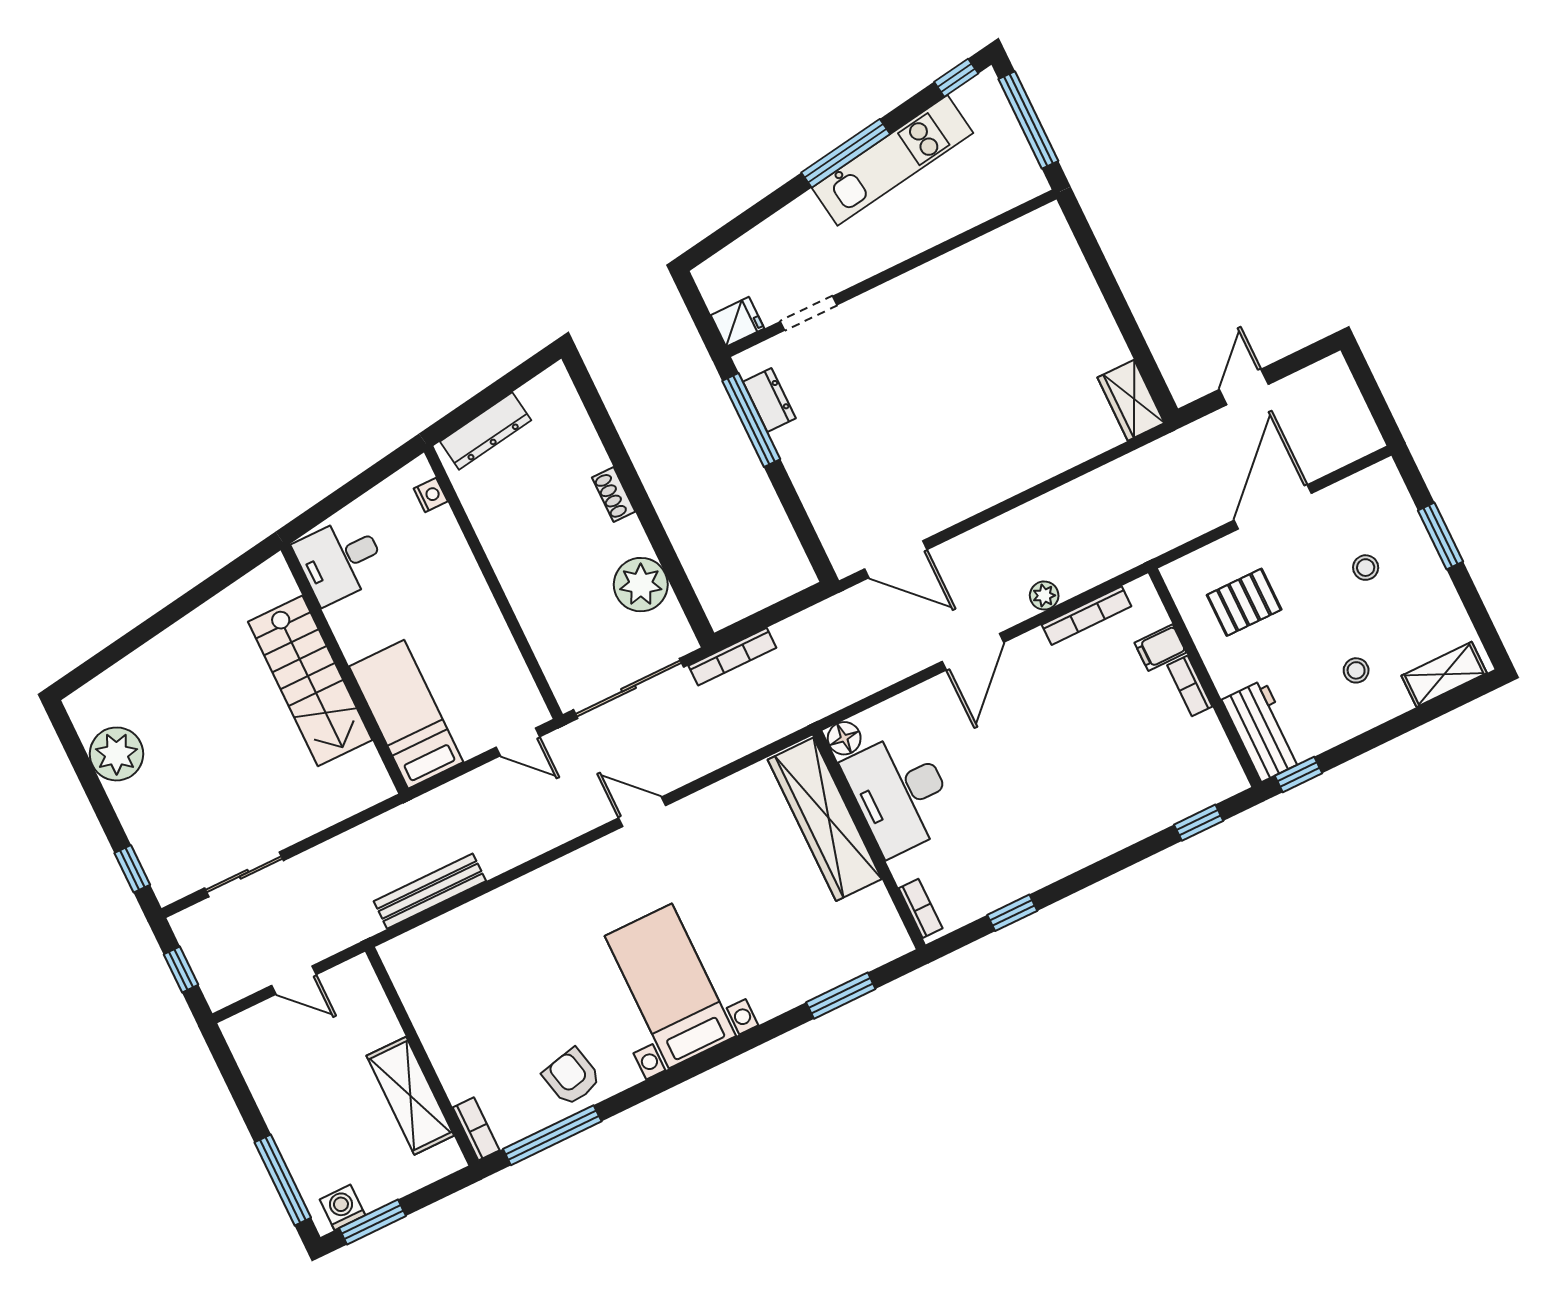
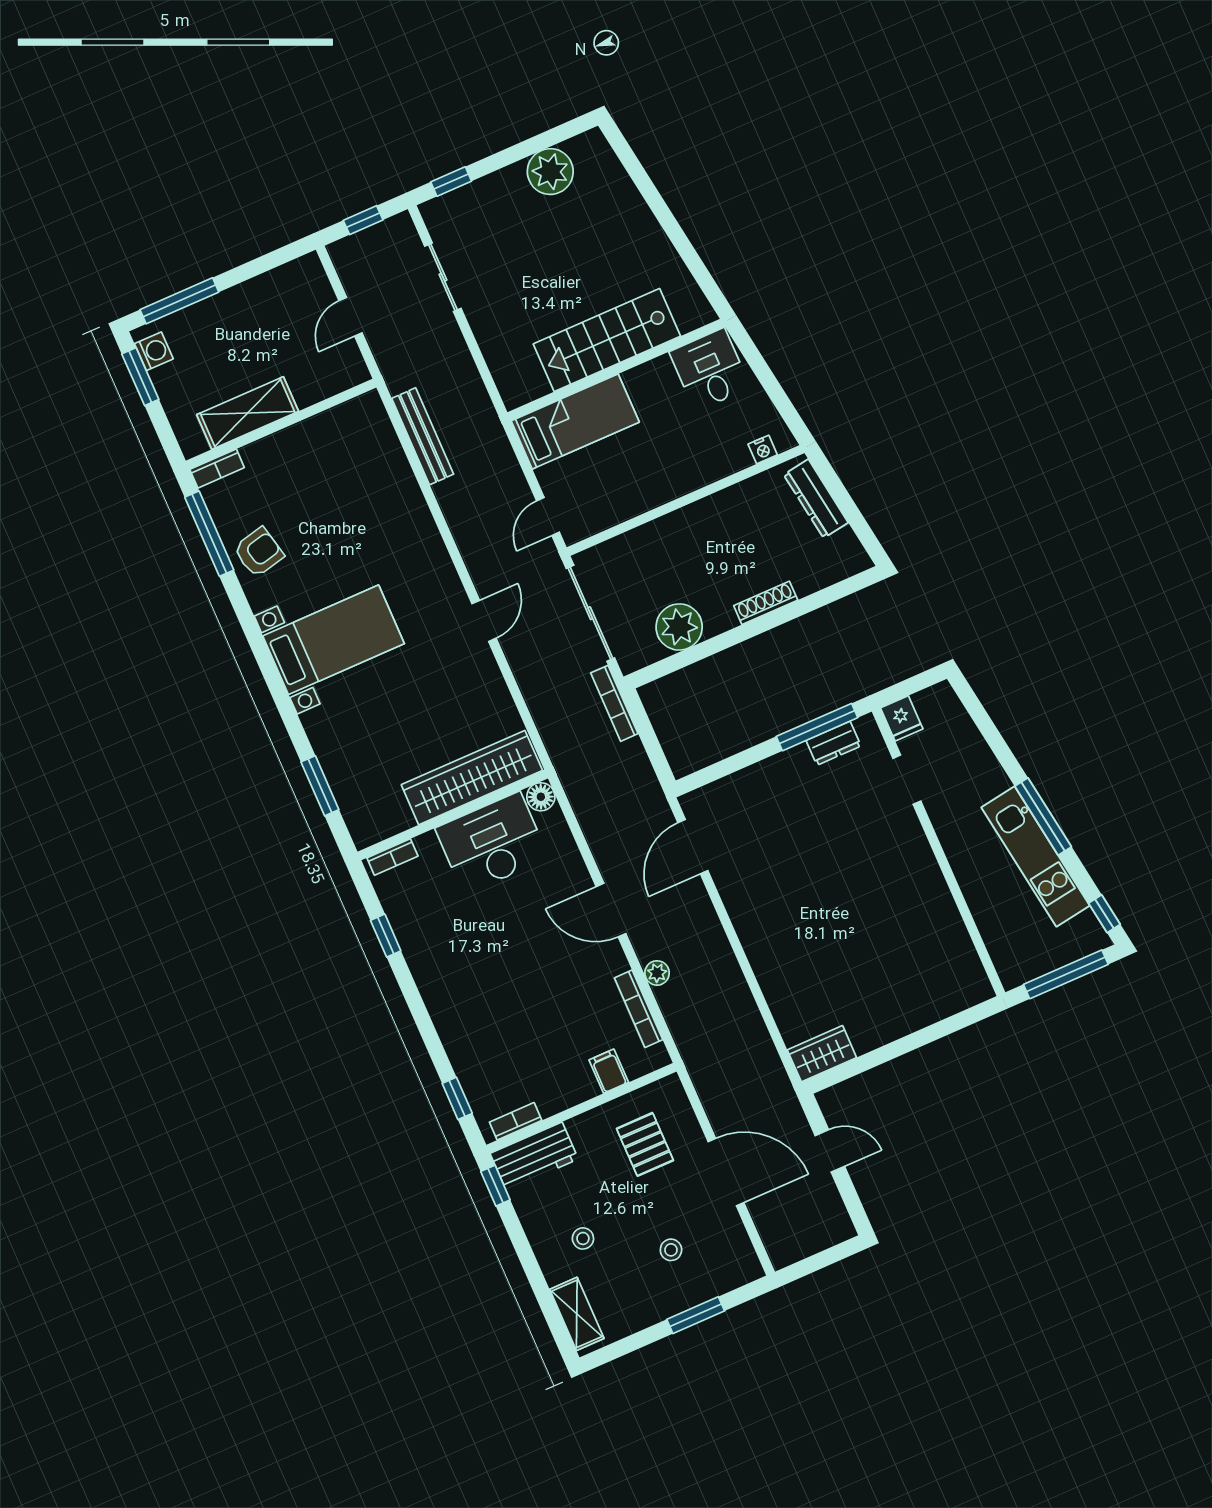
shoe rack: (614, 495) -> (766, 603), width x1.43
bookcase: (1190, 686) -> (516, 1121), moved

